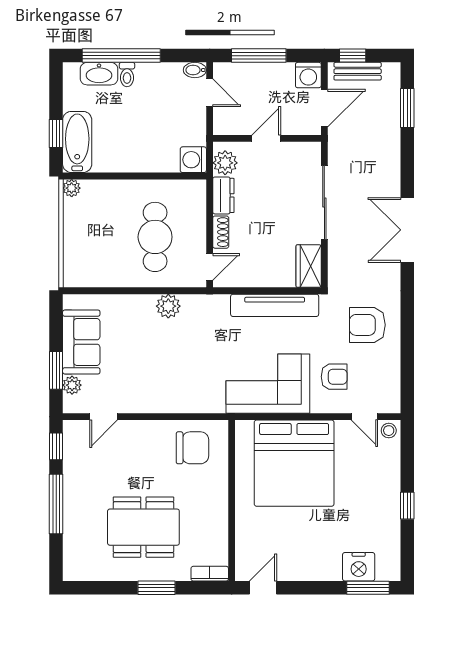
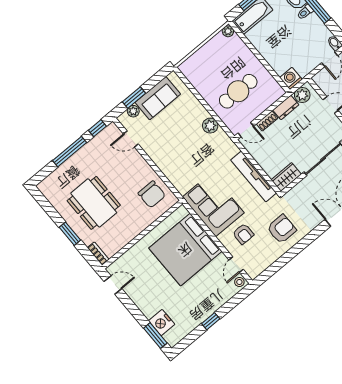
armchair: (367, 325) -> (282, 229), turned 90

